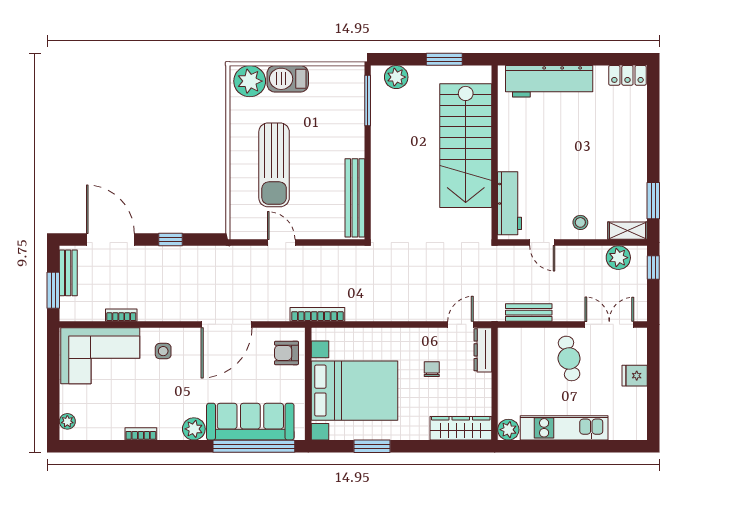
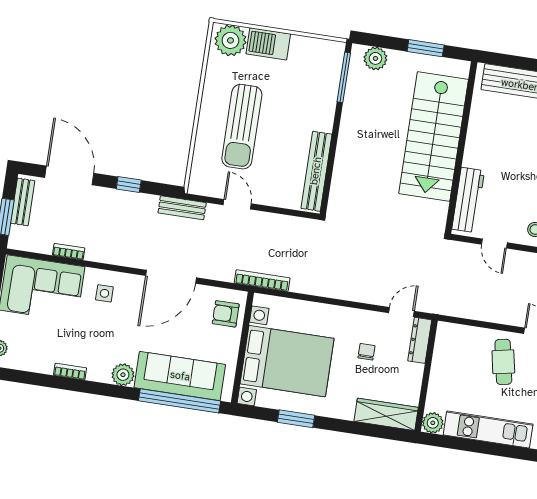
bench: (529, 313) -> (182, 208), moved

